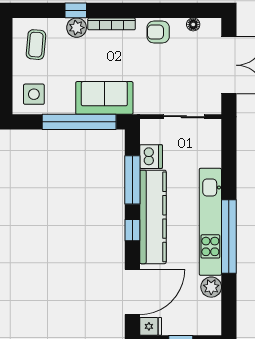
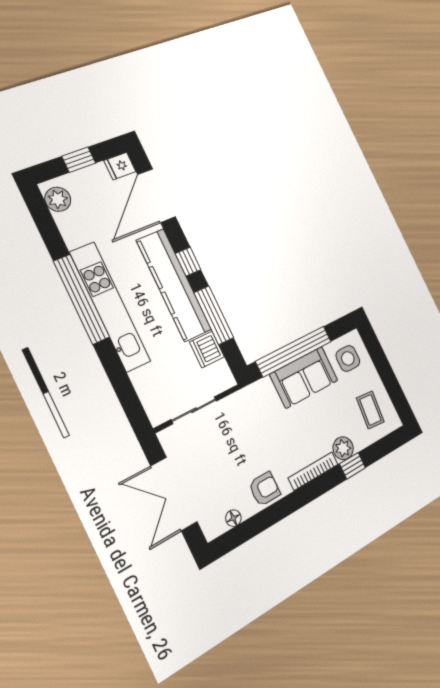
sofa: (104, 98) -> (304, 377), moved
plant: (211, 287) -> (58, 199), moved

